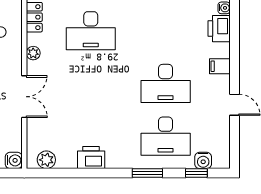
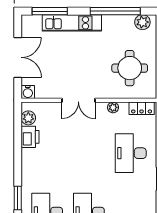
printer: (91, 158) -> (30, 137), moved

